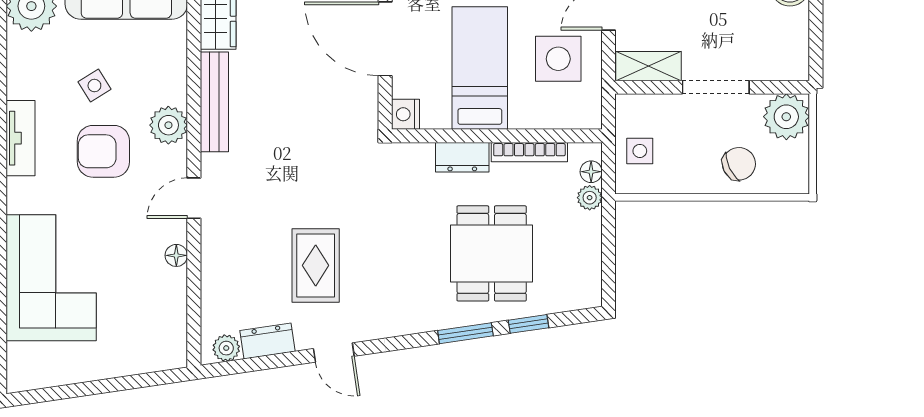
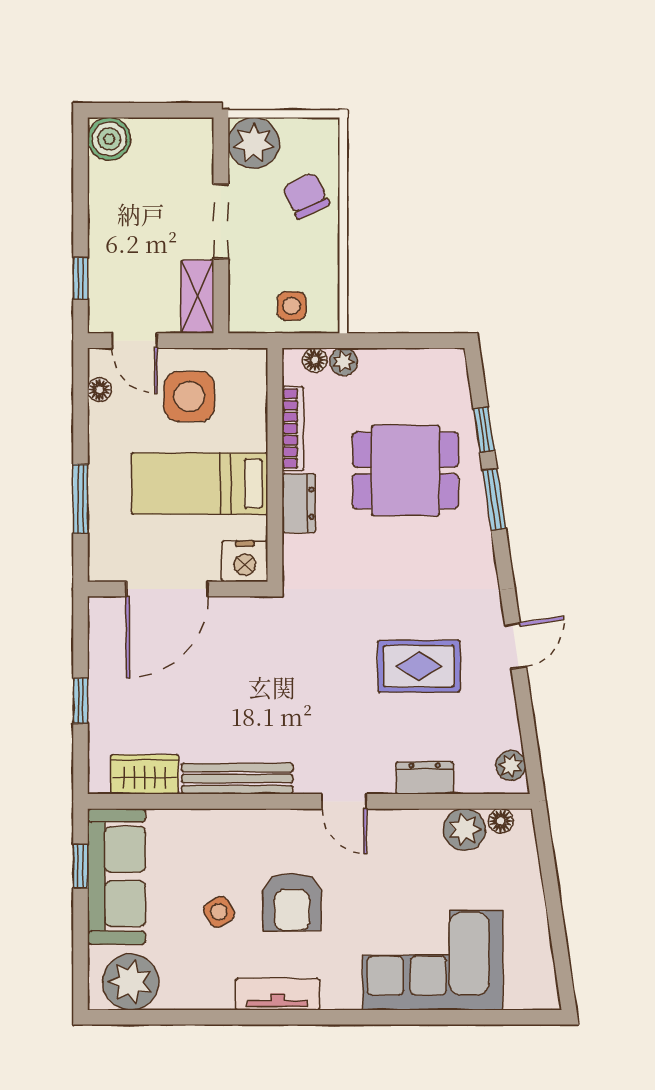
nightstand: (405, 114) -> (245, 561), width x1.36, depth x1.33
plant: (168, 125) -> (464, 830), moved
floor lamp: (176, 255) -> (501, 821), moved
dresser: (267, 341) -> (425, 778), moved, turned 98

